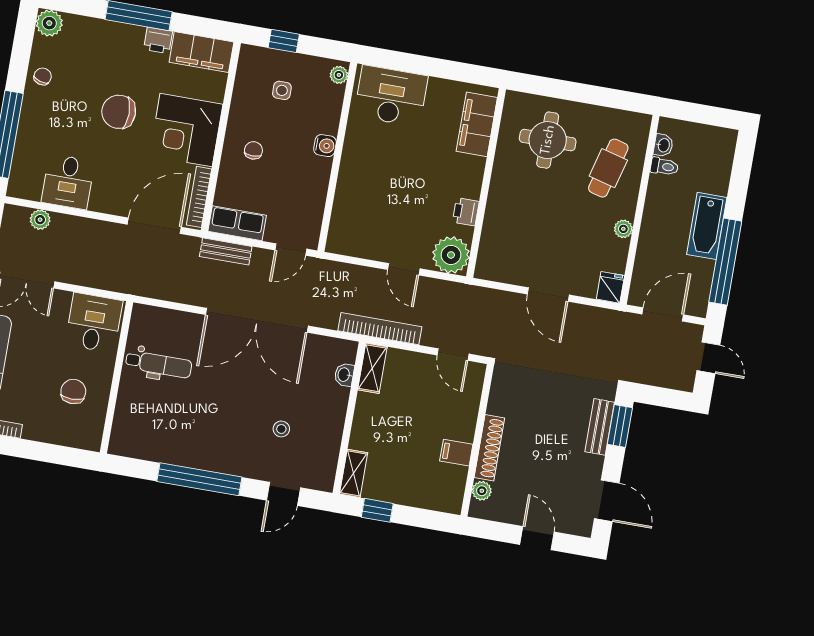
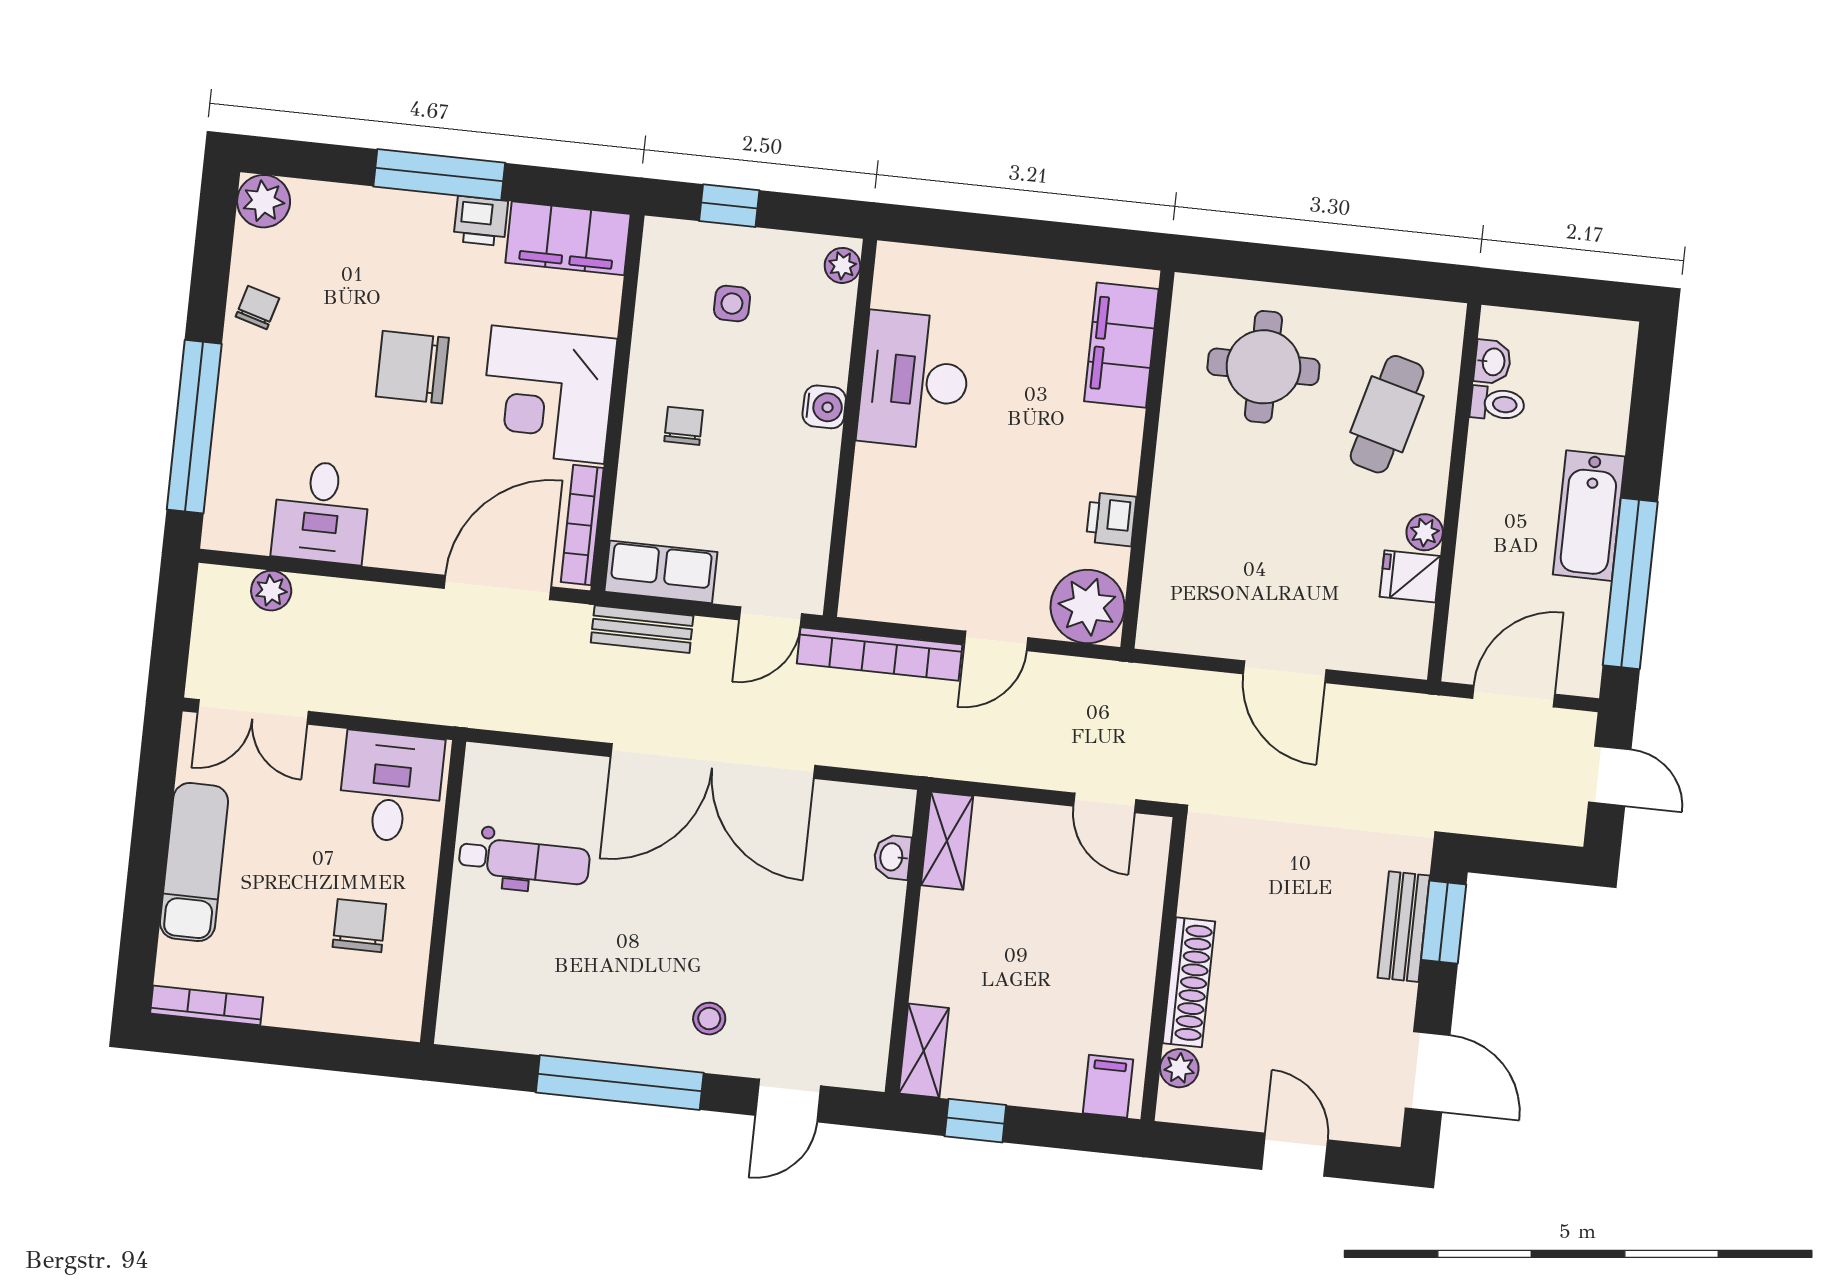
desk: (391, 96) -> (914, 380), moved, turned -90
door: (404, 269) -> (996, 641), hinge flipped
fridge: (610, 287) -> (1410, 576), moved, turned -90
bookcase: (380, 329) -> (880, 654), moved, turned 180
stool: (281, 429) -> (709, 1019), moved
filing cabinet: (456, 453) -> (1108, 1086), moved, turned 90

